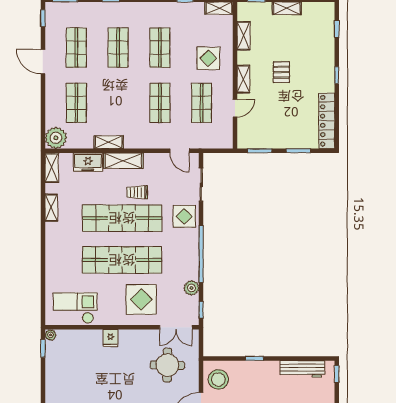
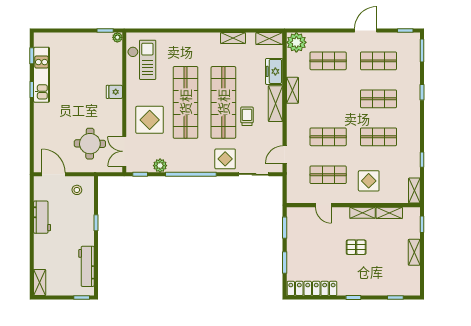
shelving: (243, 79) -> (363, 213), moved
stool: (218, 379) -> (77, 190), width x0.53, depth x0.53

